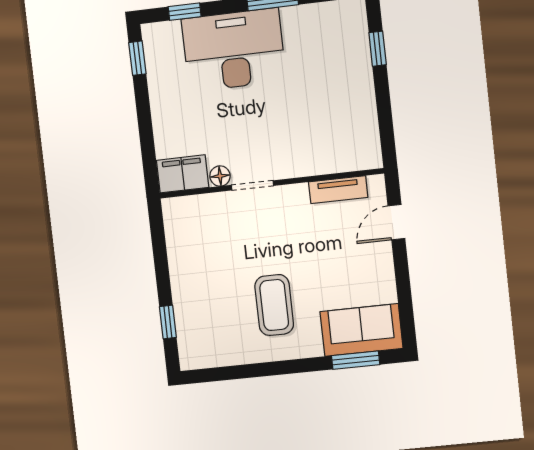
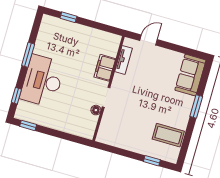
filing cabinet: (183, 174) -> (105, 68), moved
door: (396, 222) -> (149, 40), swing flipped
coffee table: (274, 305) -> (168, 135), moved
window: (356, 360) -> (196, 106), moved

